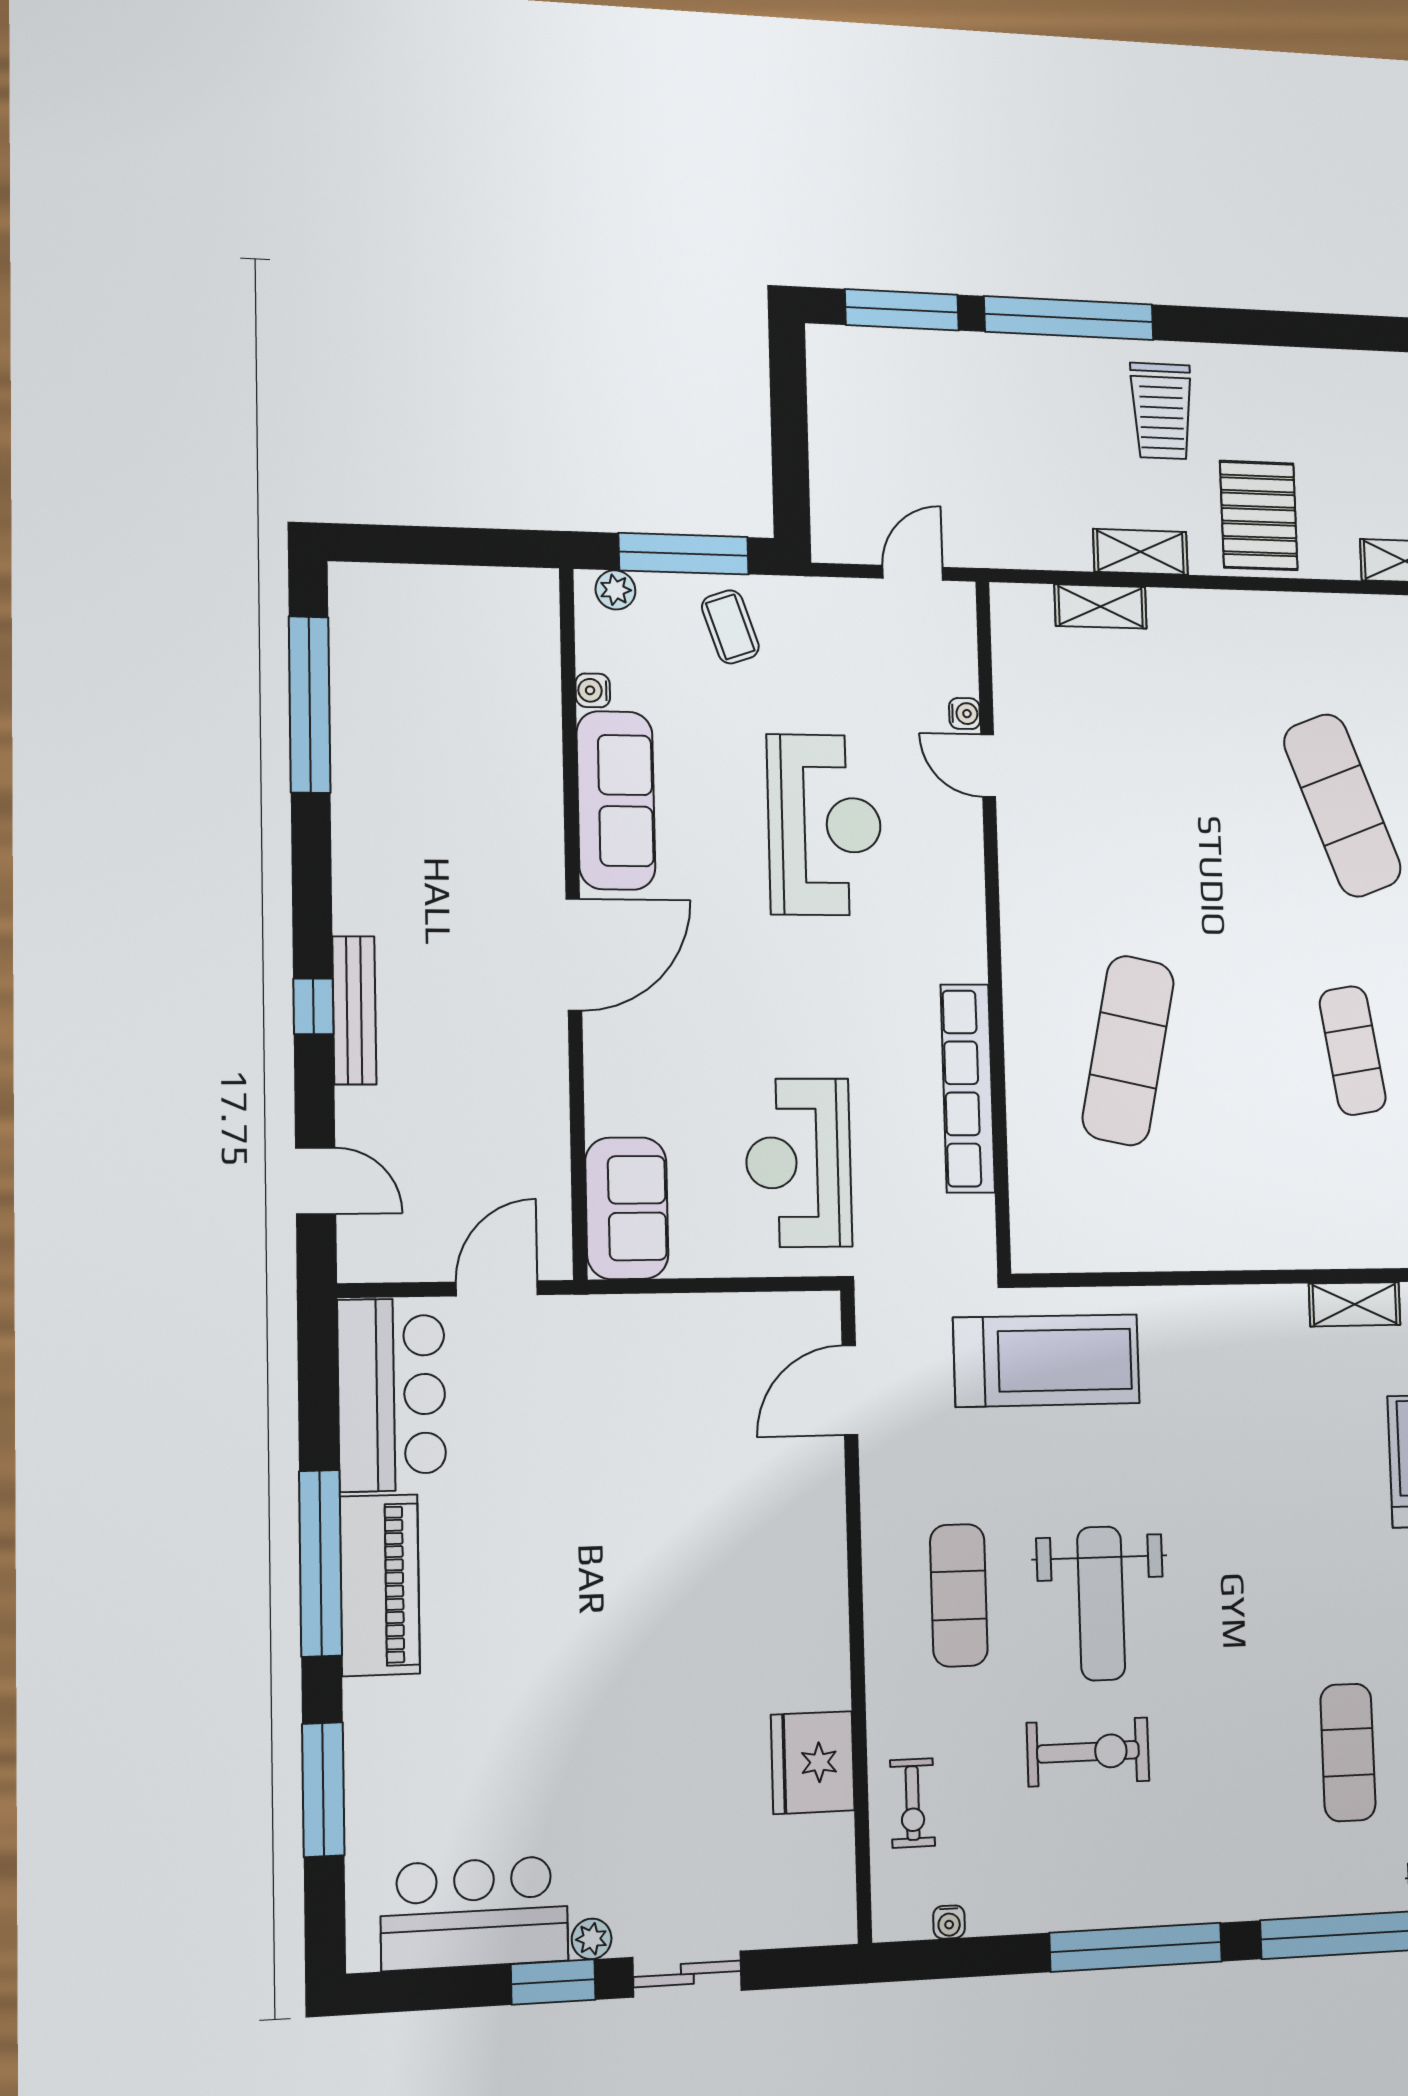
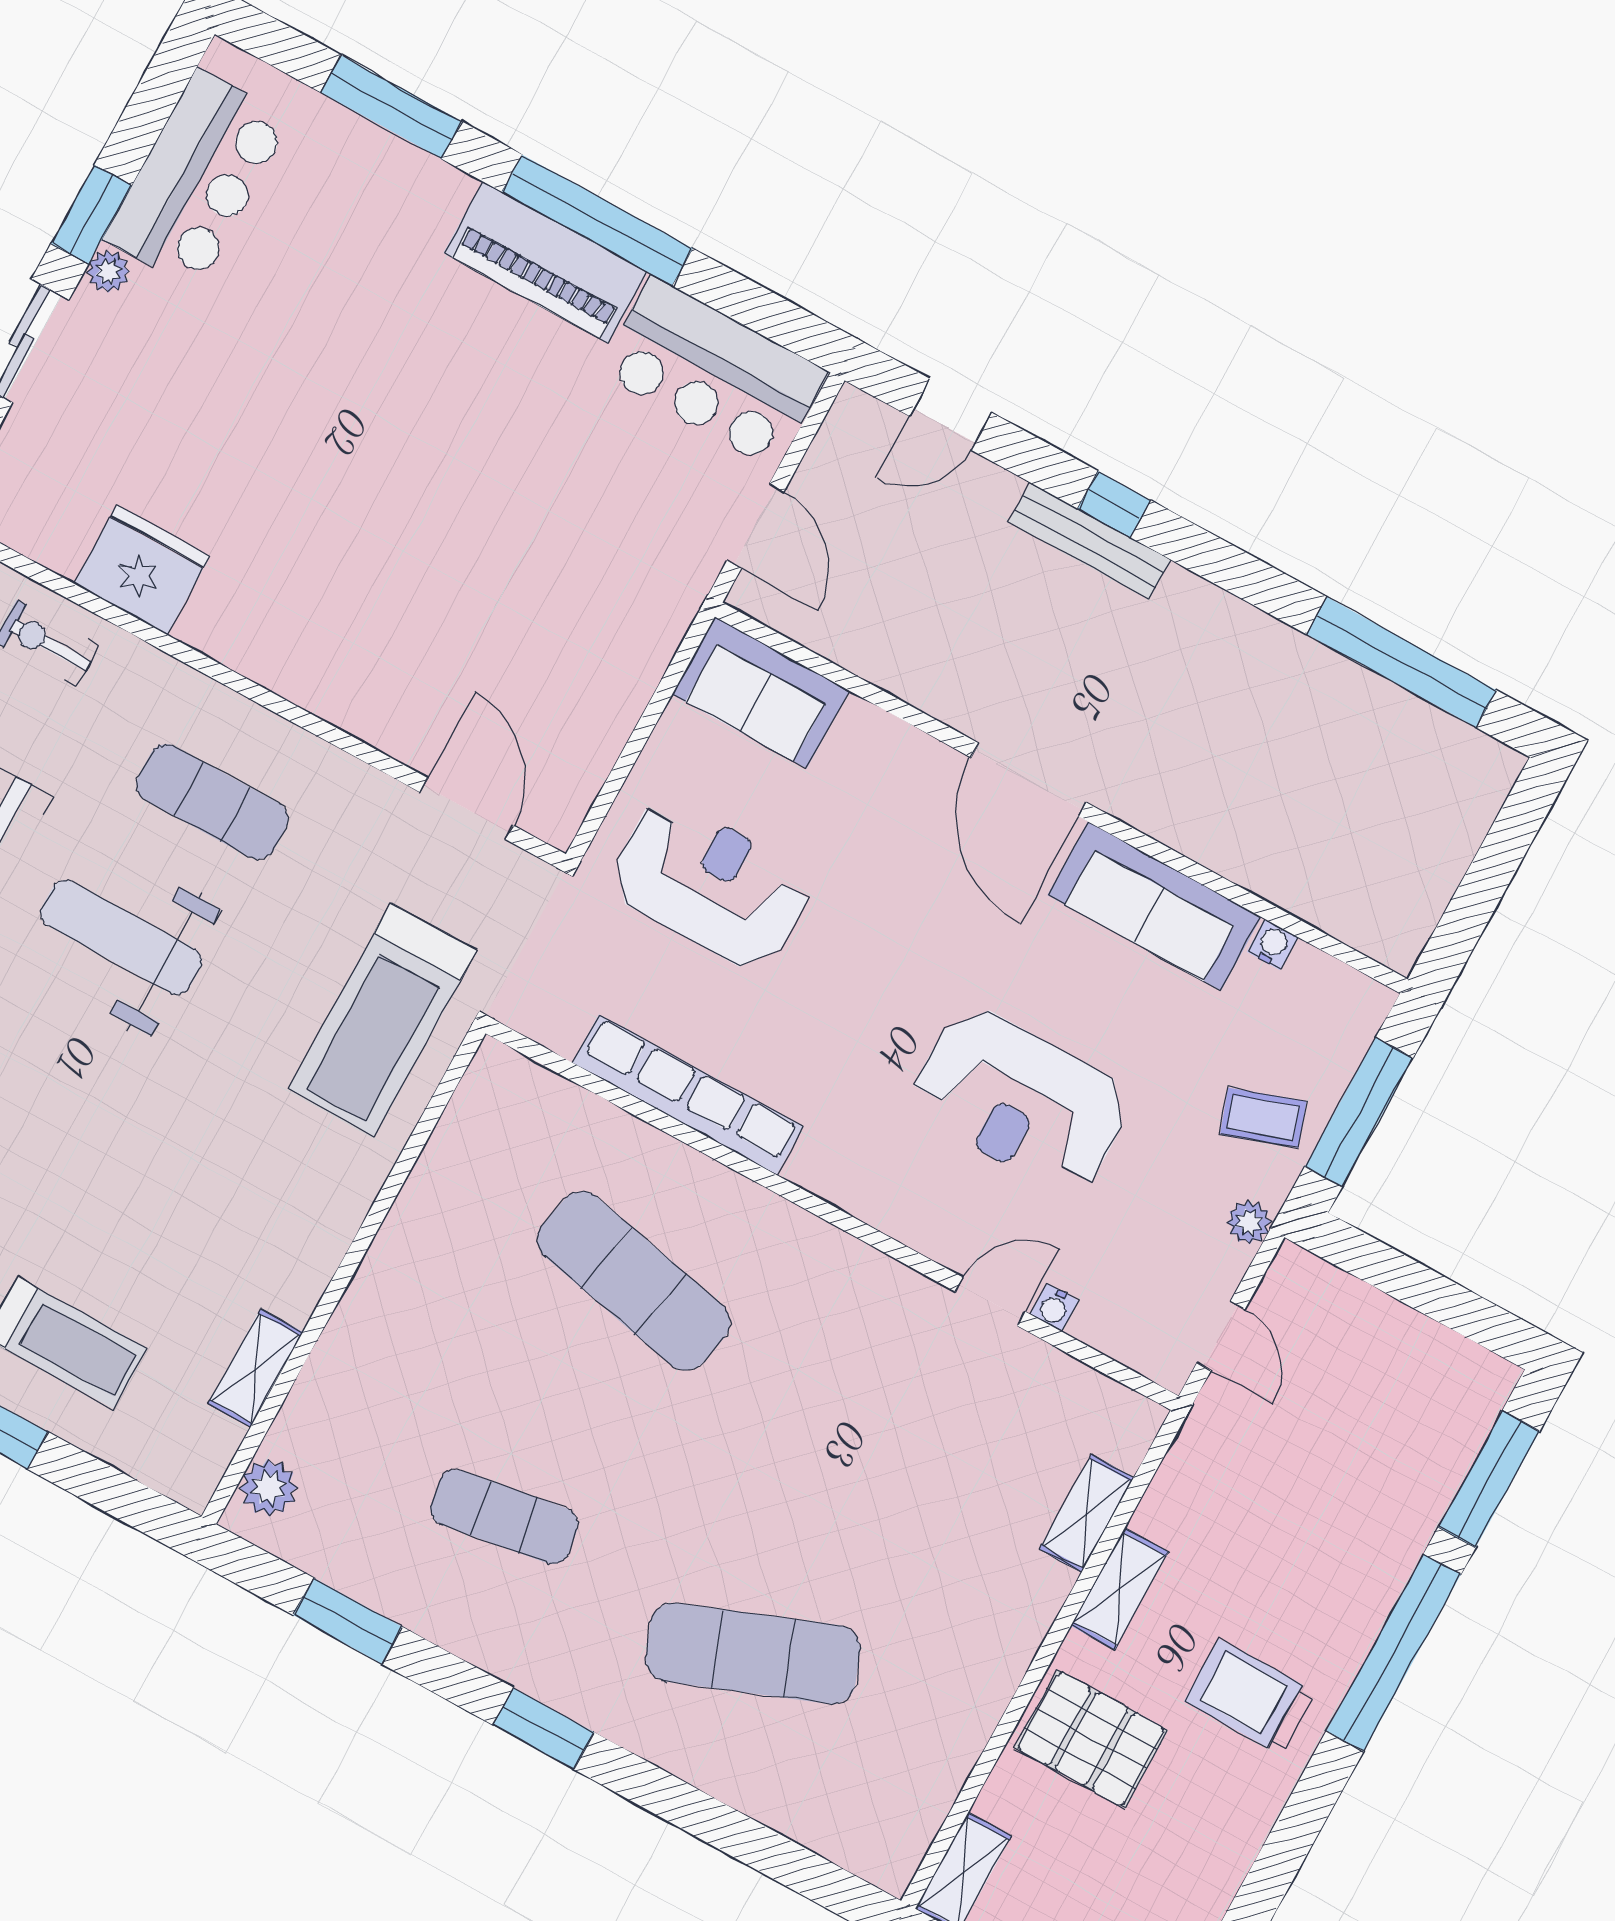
plant: (615, 590) -> (1249, 1222), moved

